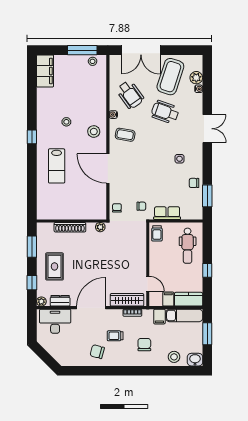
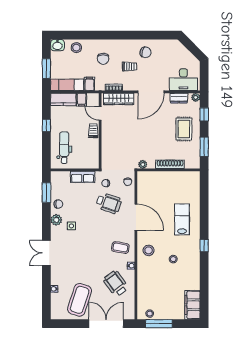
plant: (196, 78) -> (56, 220), moved
wheelchair: (165, 112) -> (109, 203), moved
trolley: (157, 233) -> (93, 131), moved

